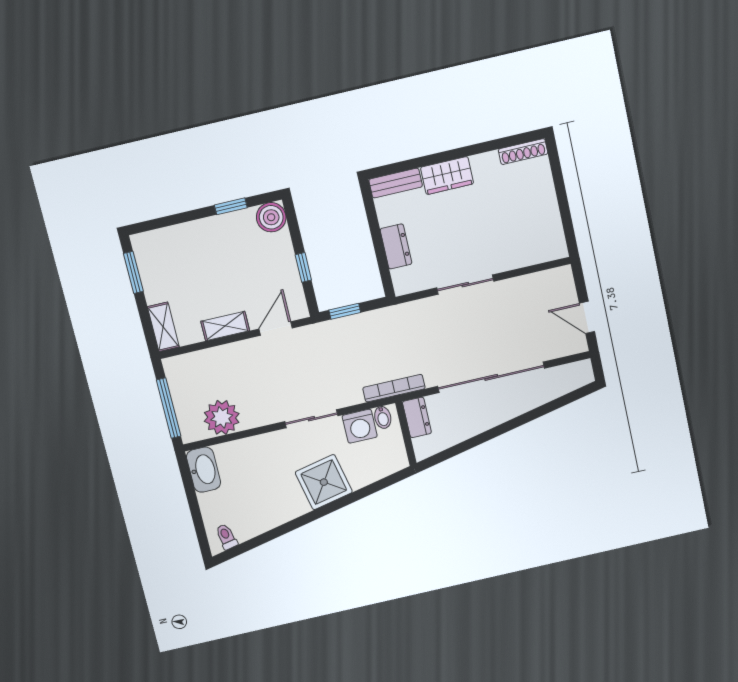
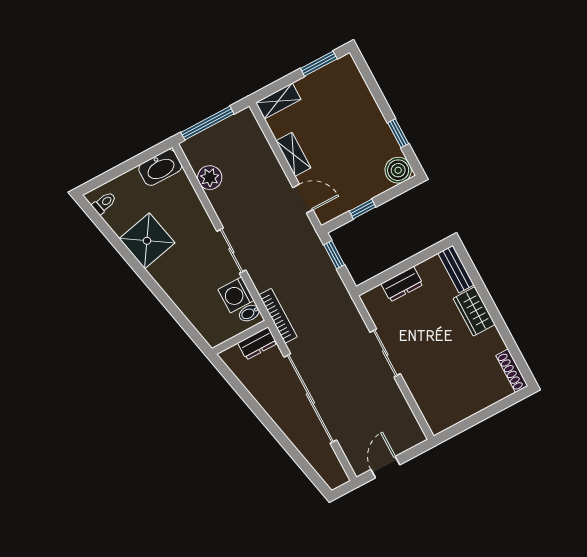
plant: (222, 417) -> (210, 178), width x0.73, depth x0.73
shower: (324, 482) -> (147, 241), moved

